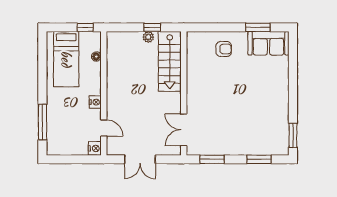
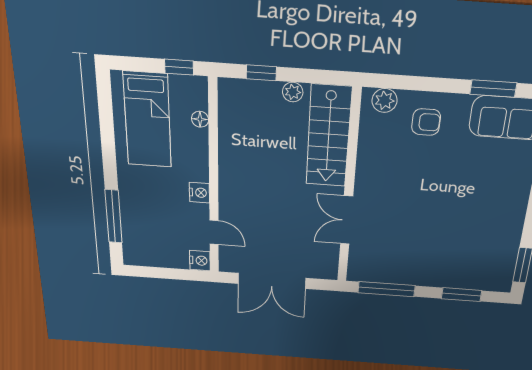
window: (152, 27) -> (261, 73), moved
plant: (199, 38) -> (385, 100), added
double door: (184, 130) -> (347, 220), moved
double door: (140, 159) -> (272, 281), width x1.37
window: (212, 159) -> (386, 289), width x1.44

